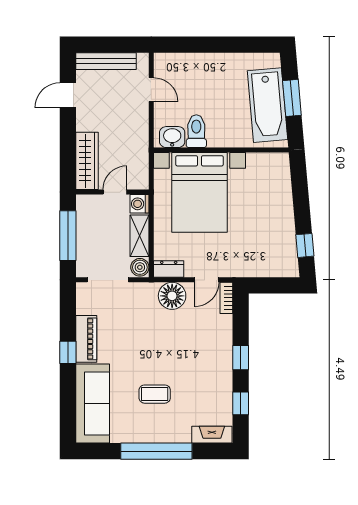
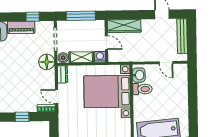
door: (151, 90) -> (166, 63), hinge flipped
floor lamp: (172, 296) -> (47, 62), moved
window: (68, 352) -> (33, 17), moved
window: (241, 358) -> (22, 117), moved

